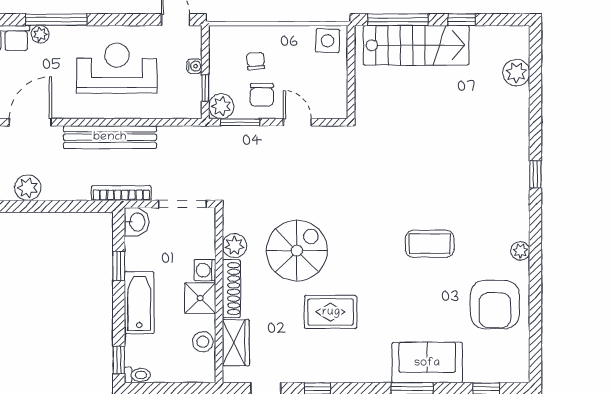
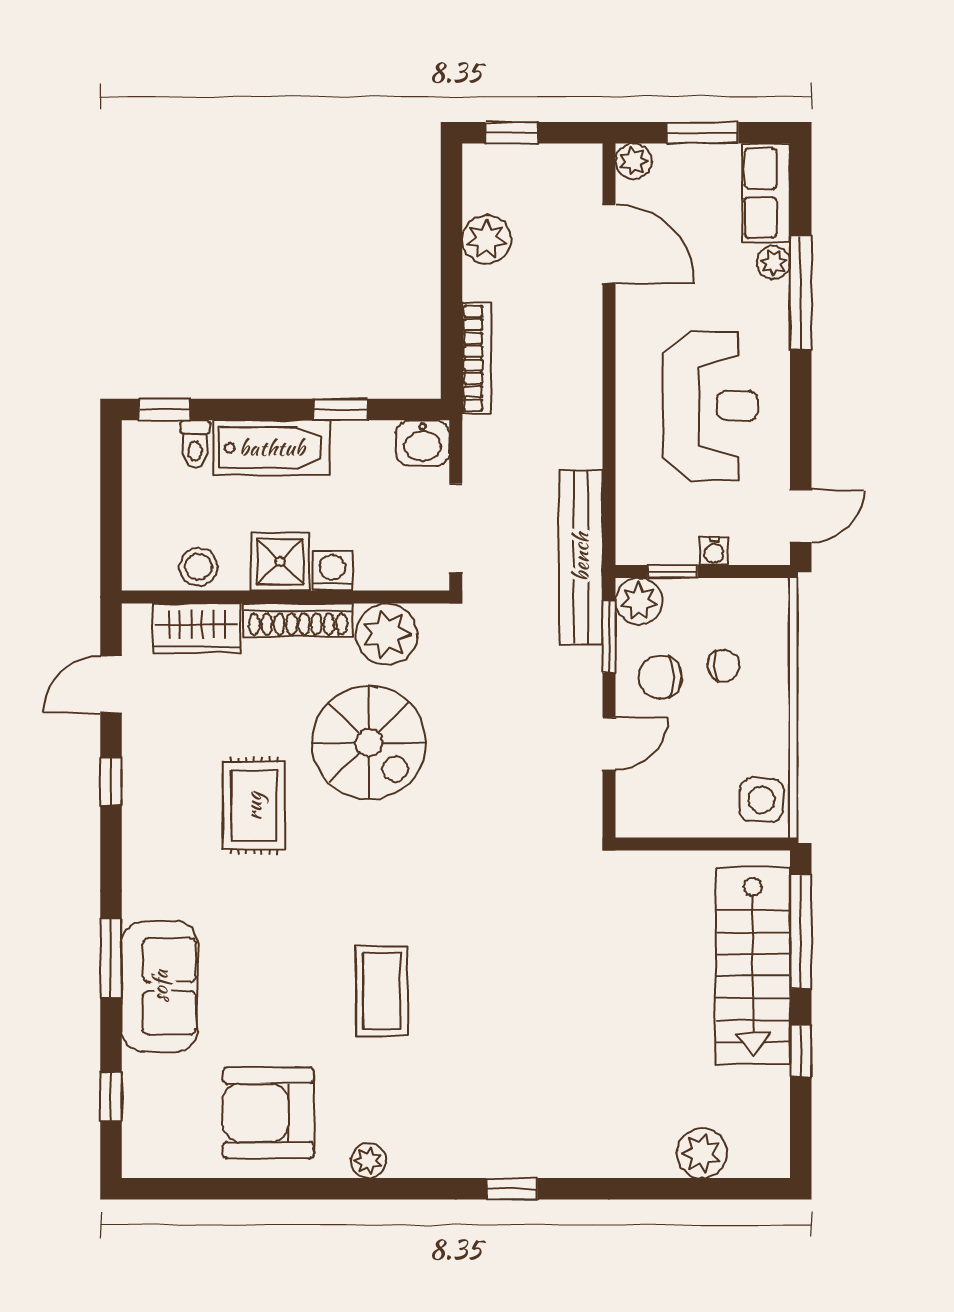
bench: (110, 137) -> (581, 557), moved
bookcase: (121, 193) -> (476, 358), moved
plant: (234, 246) -> (386, 634), width x1.36, depth x1.36
toilet: (137, 375) -> (195, 444), moved

